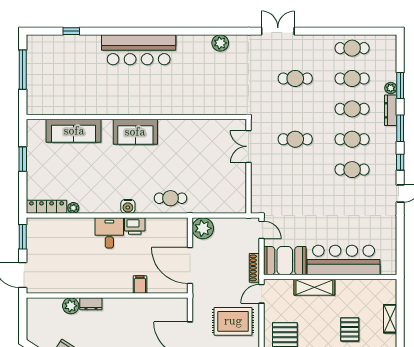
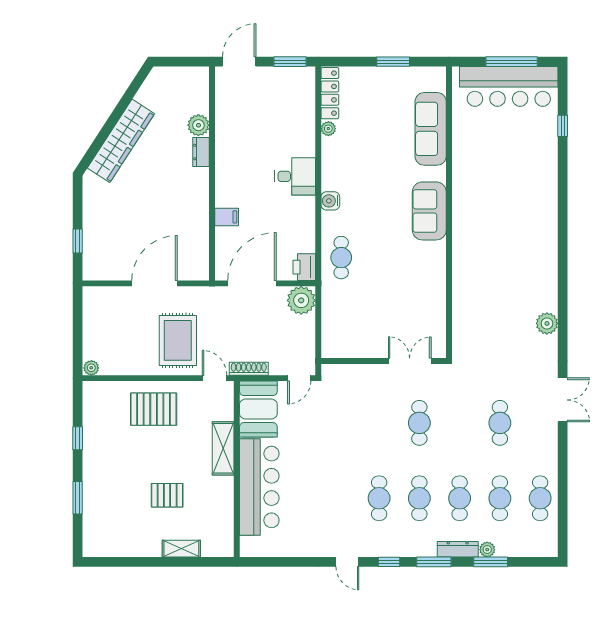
bar counter: (139, 50) -> (509, 86), moved, turned -90
printer: (135, 226) -> (304, 267), moved

